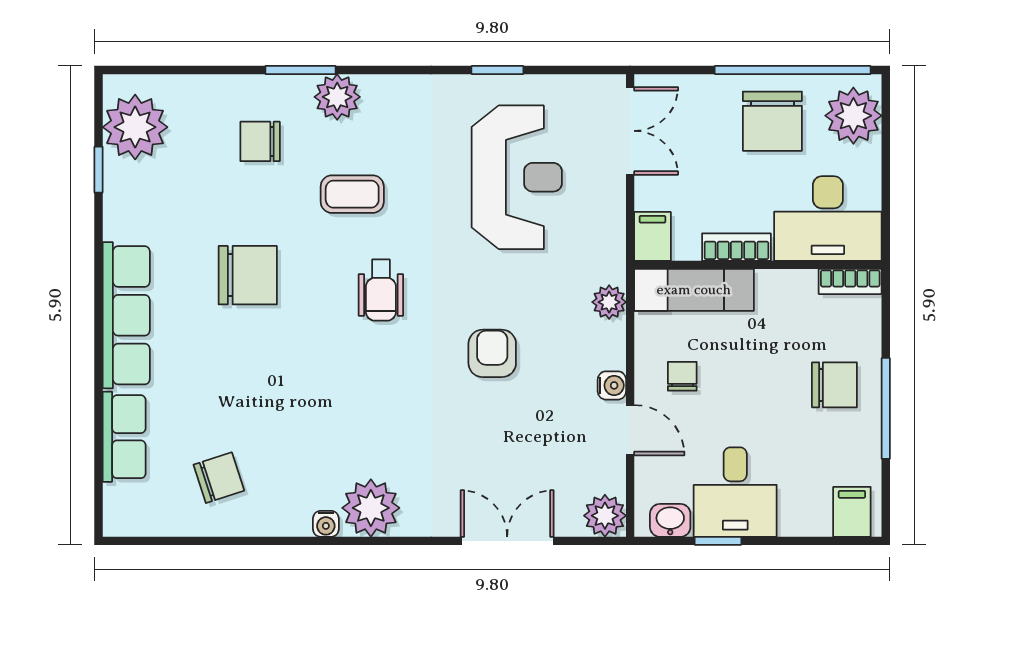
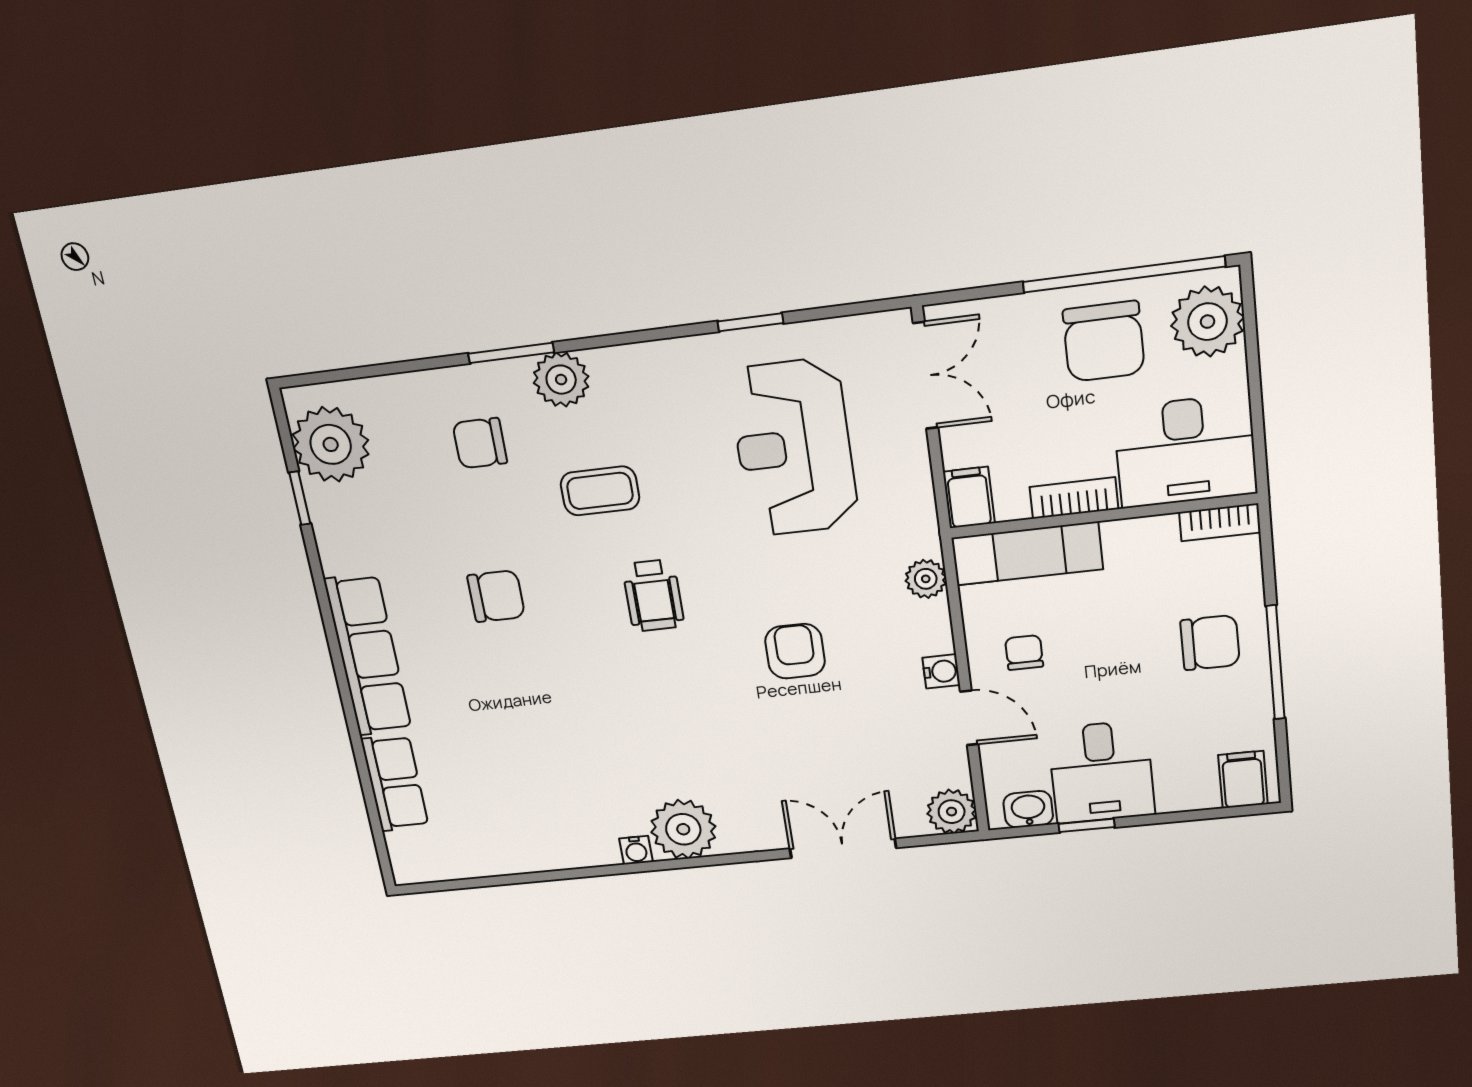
reception desk: (517, 177) -> (794, 448), turned 180
chair: (248, 275) -> (496, 596), width x0.73, depth x0.73
chair: (219, 478) -> (508, 815), removed

